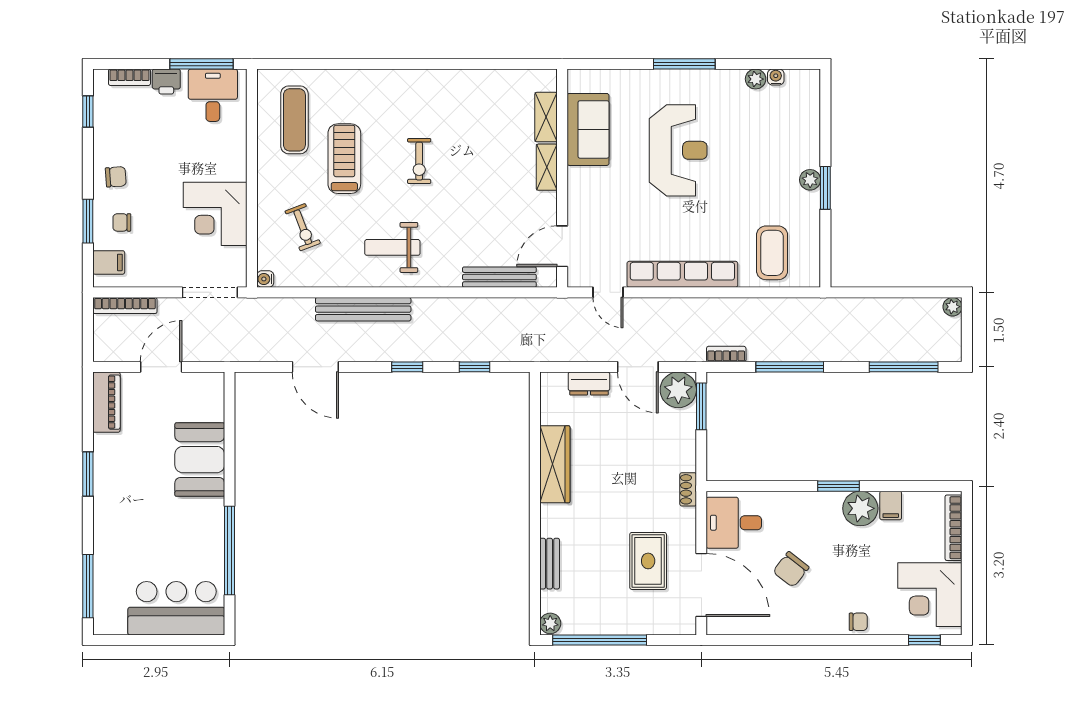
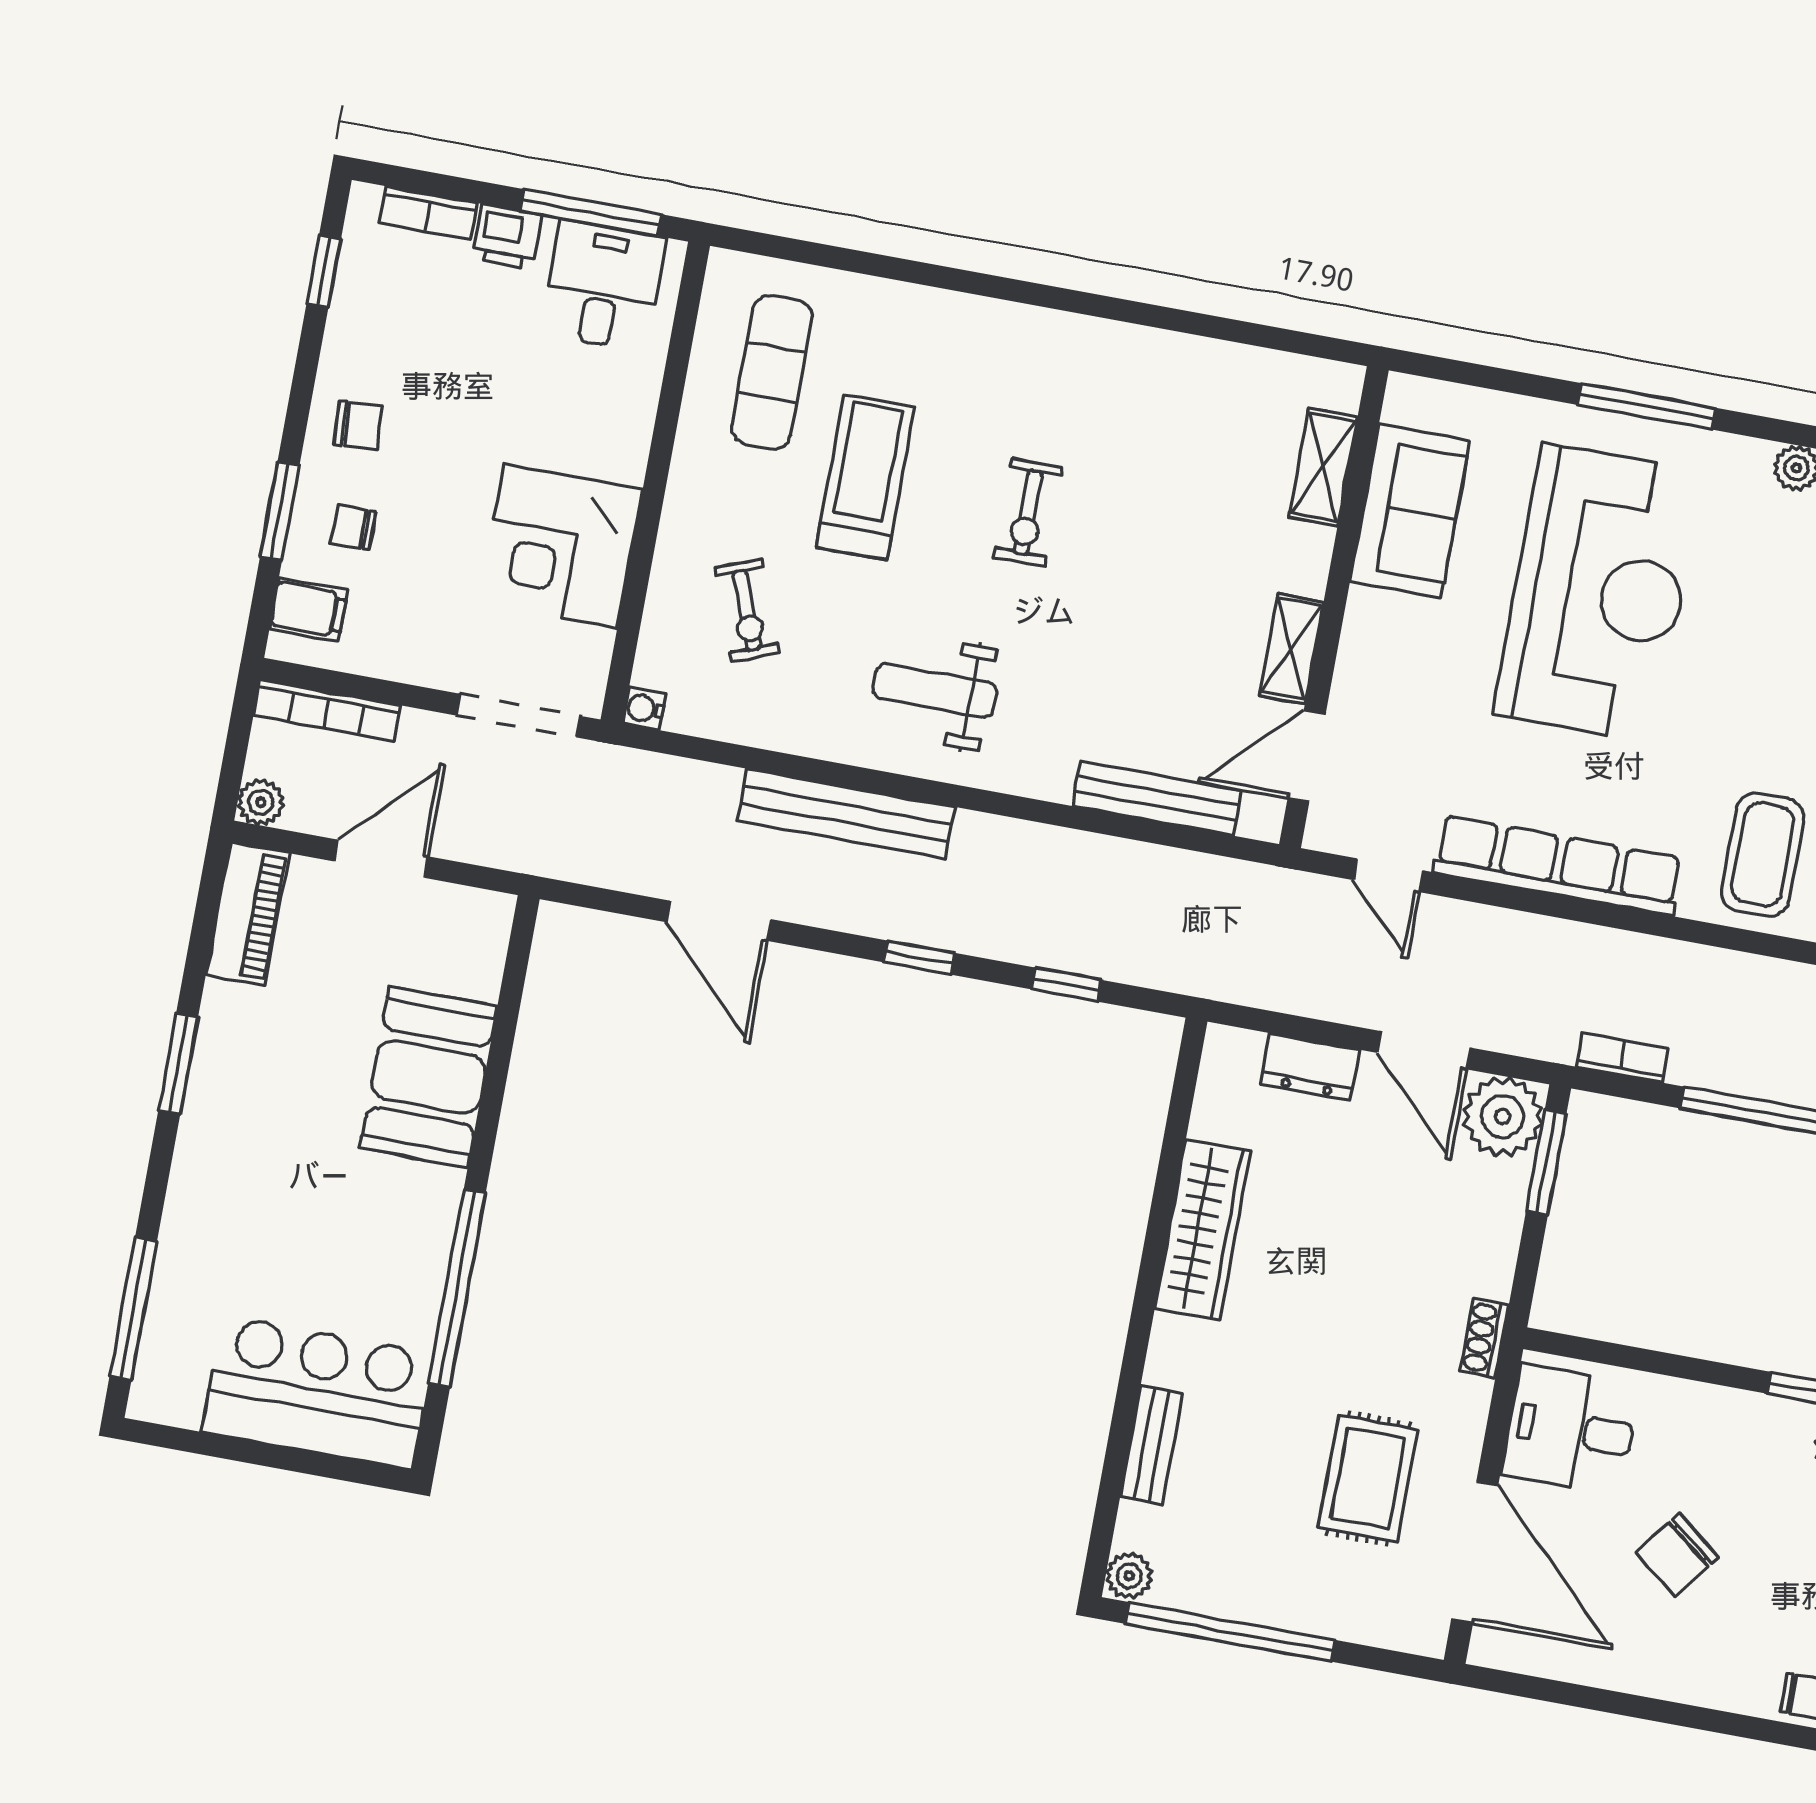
reception desk: (678, 150) -> (1599, 593), width x1.36, depth x1.30
shelving: (547, 167) -> (1291, 649), moved
plant: (103, 352) -> (261, 802), added

